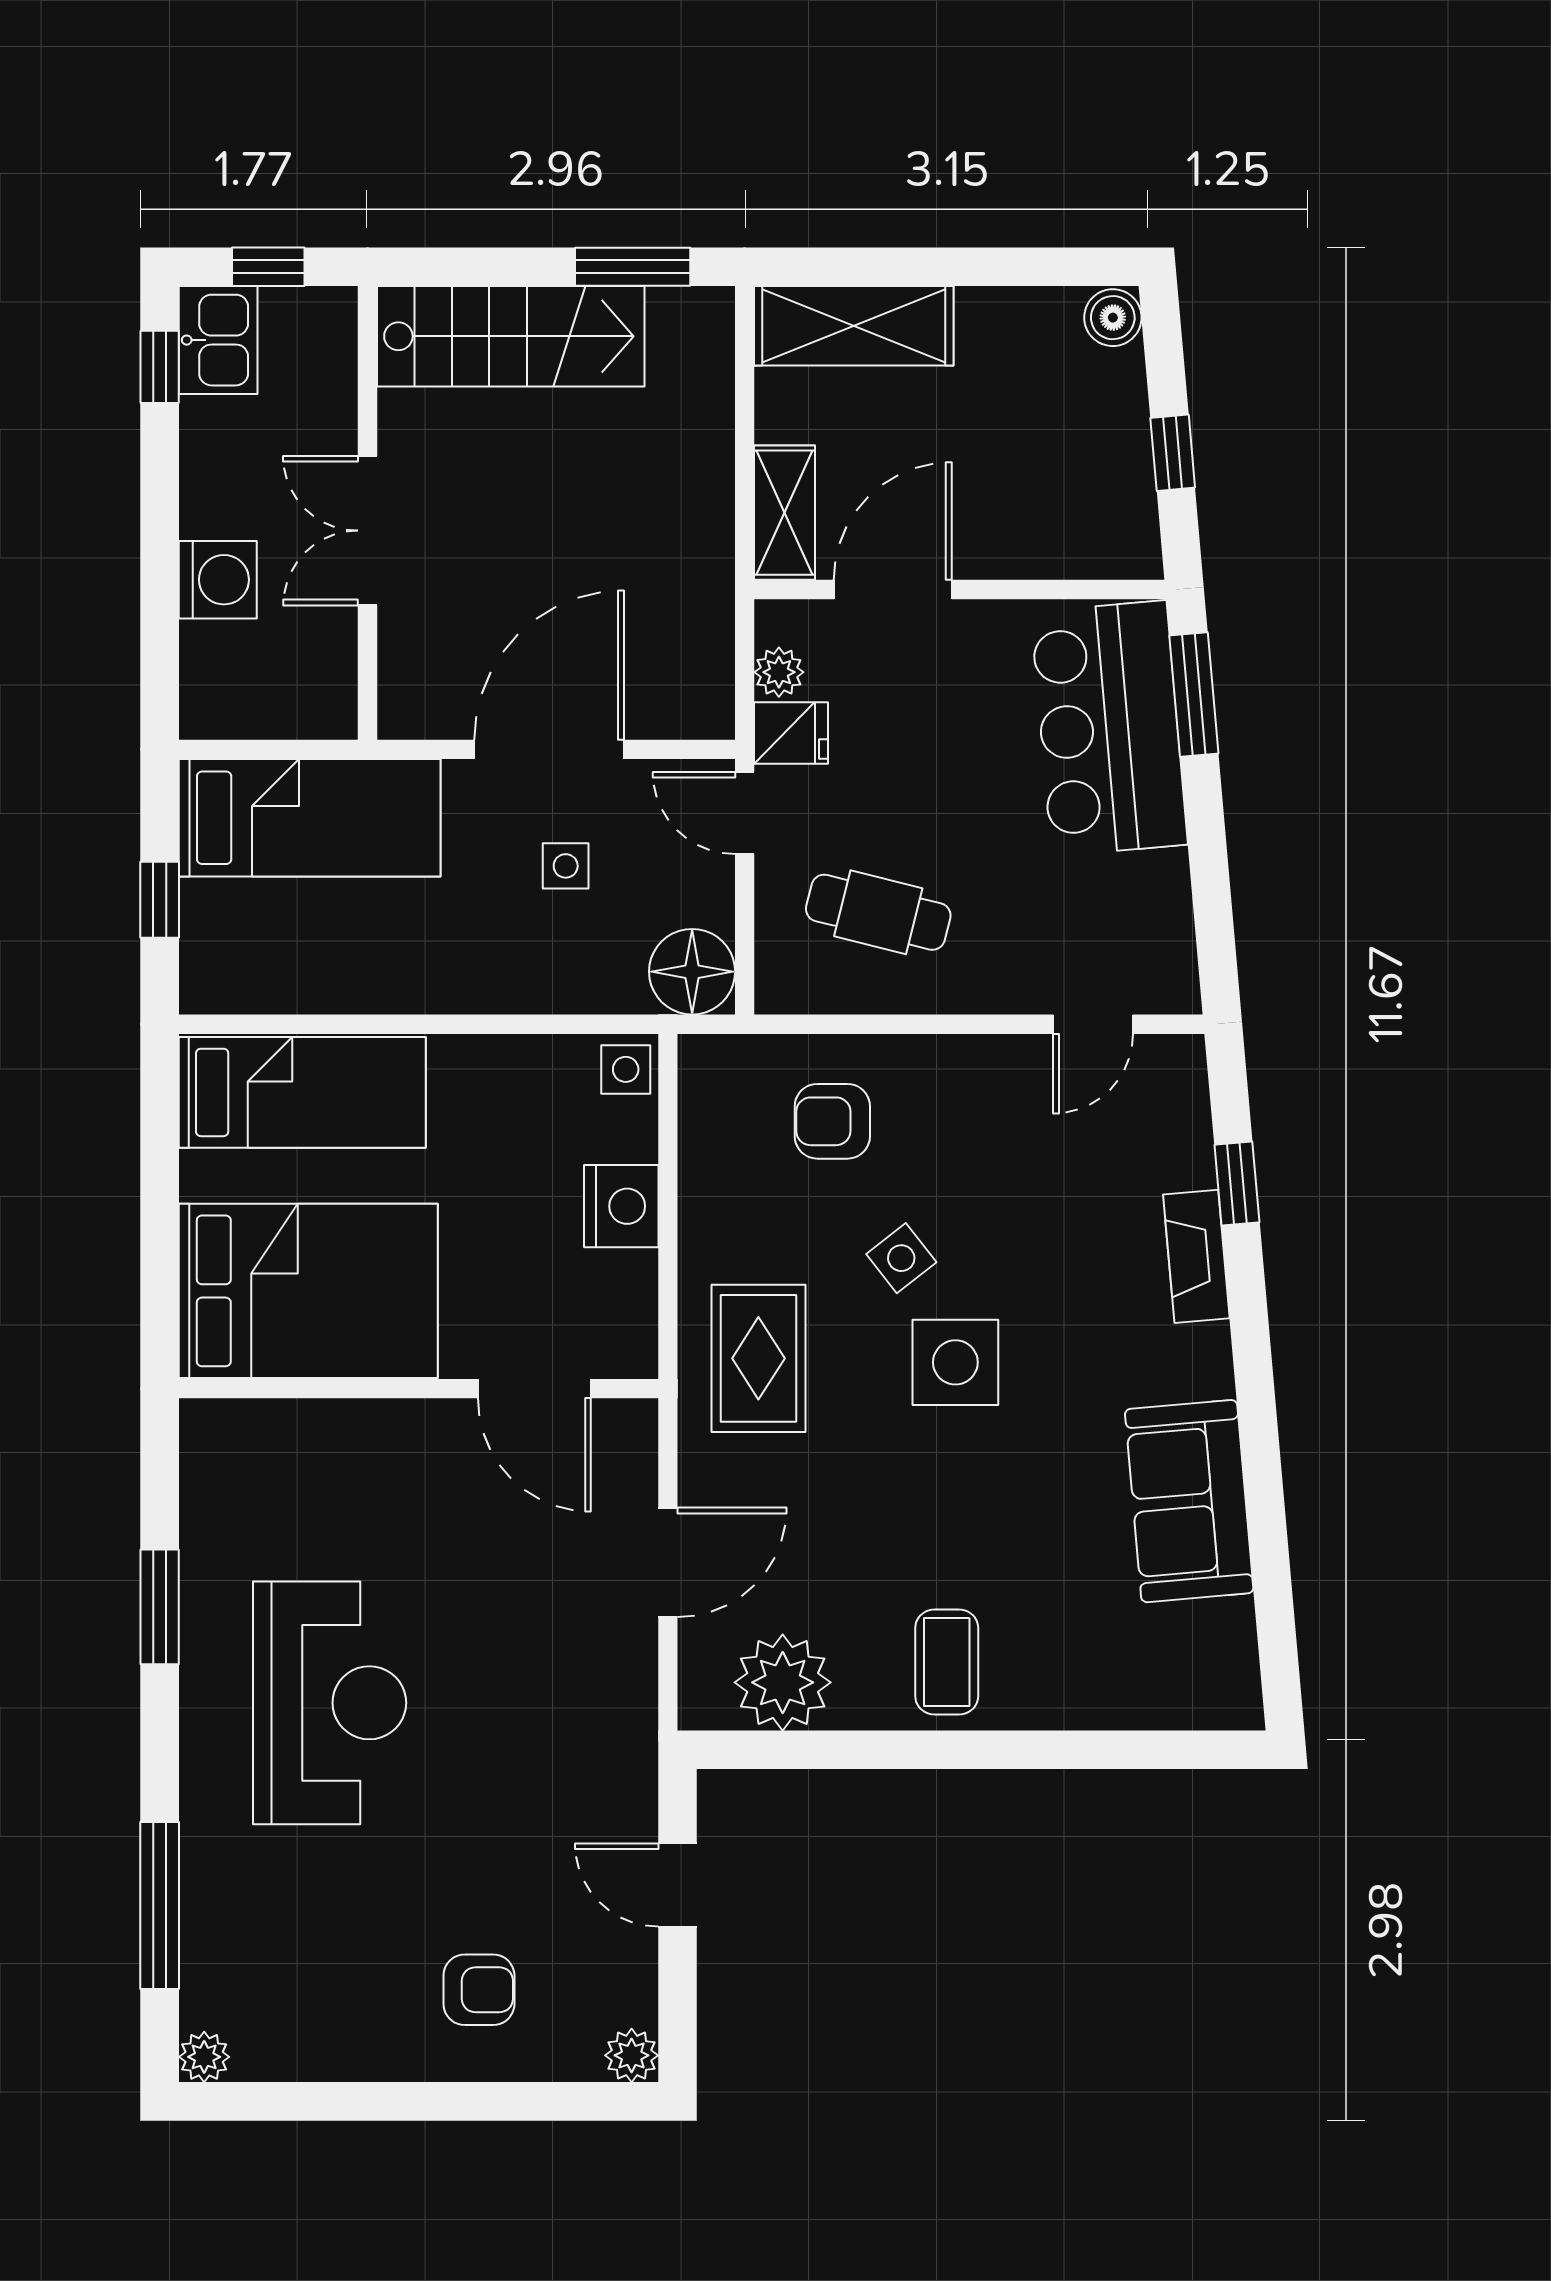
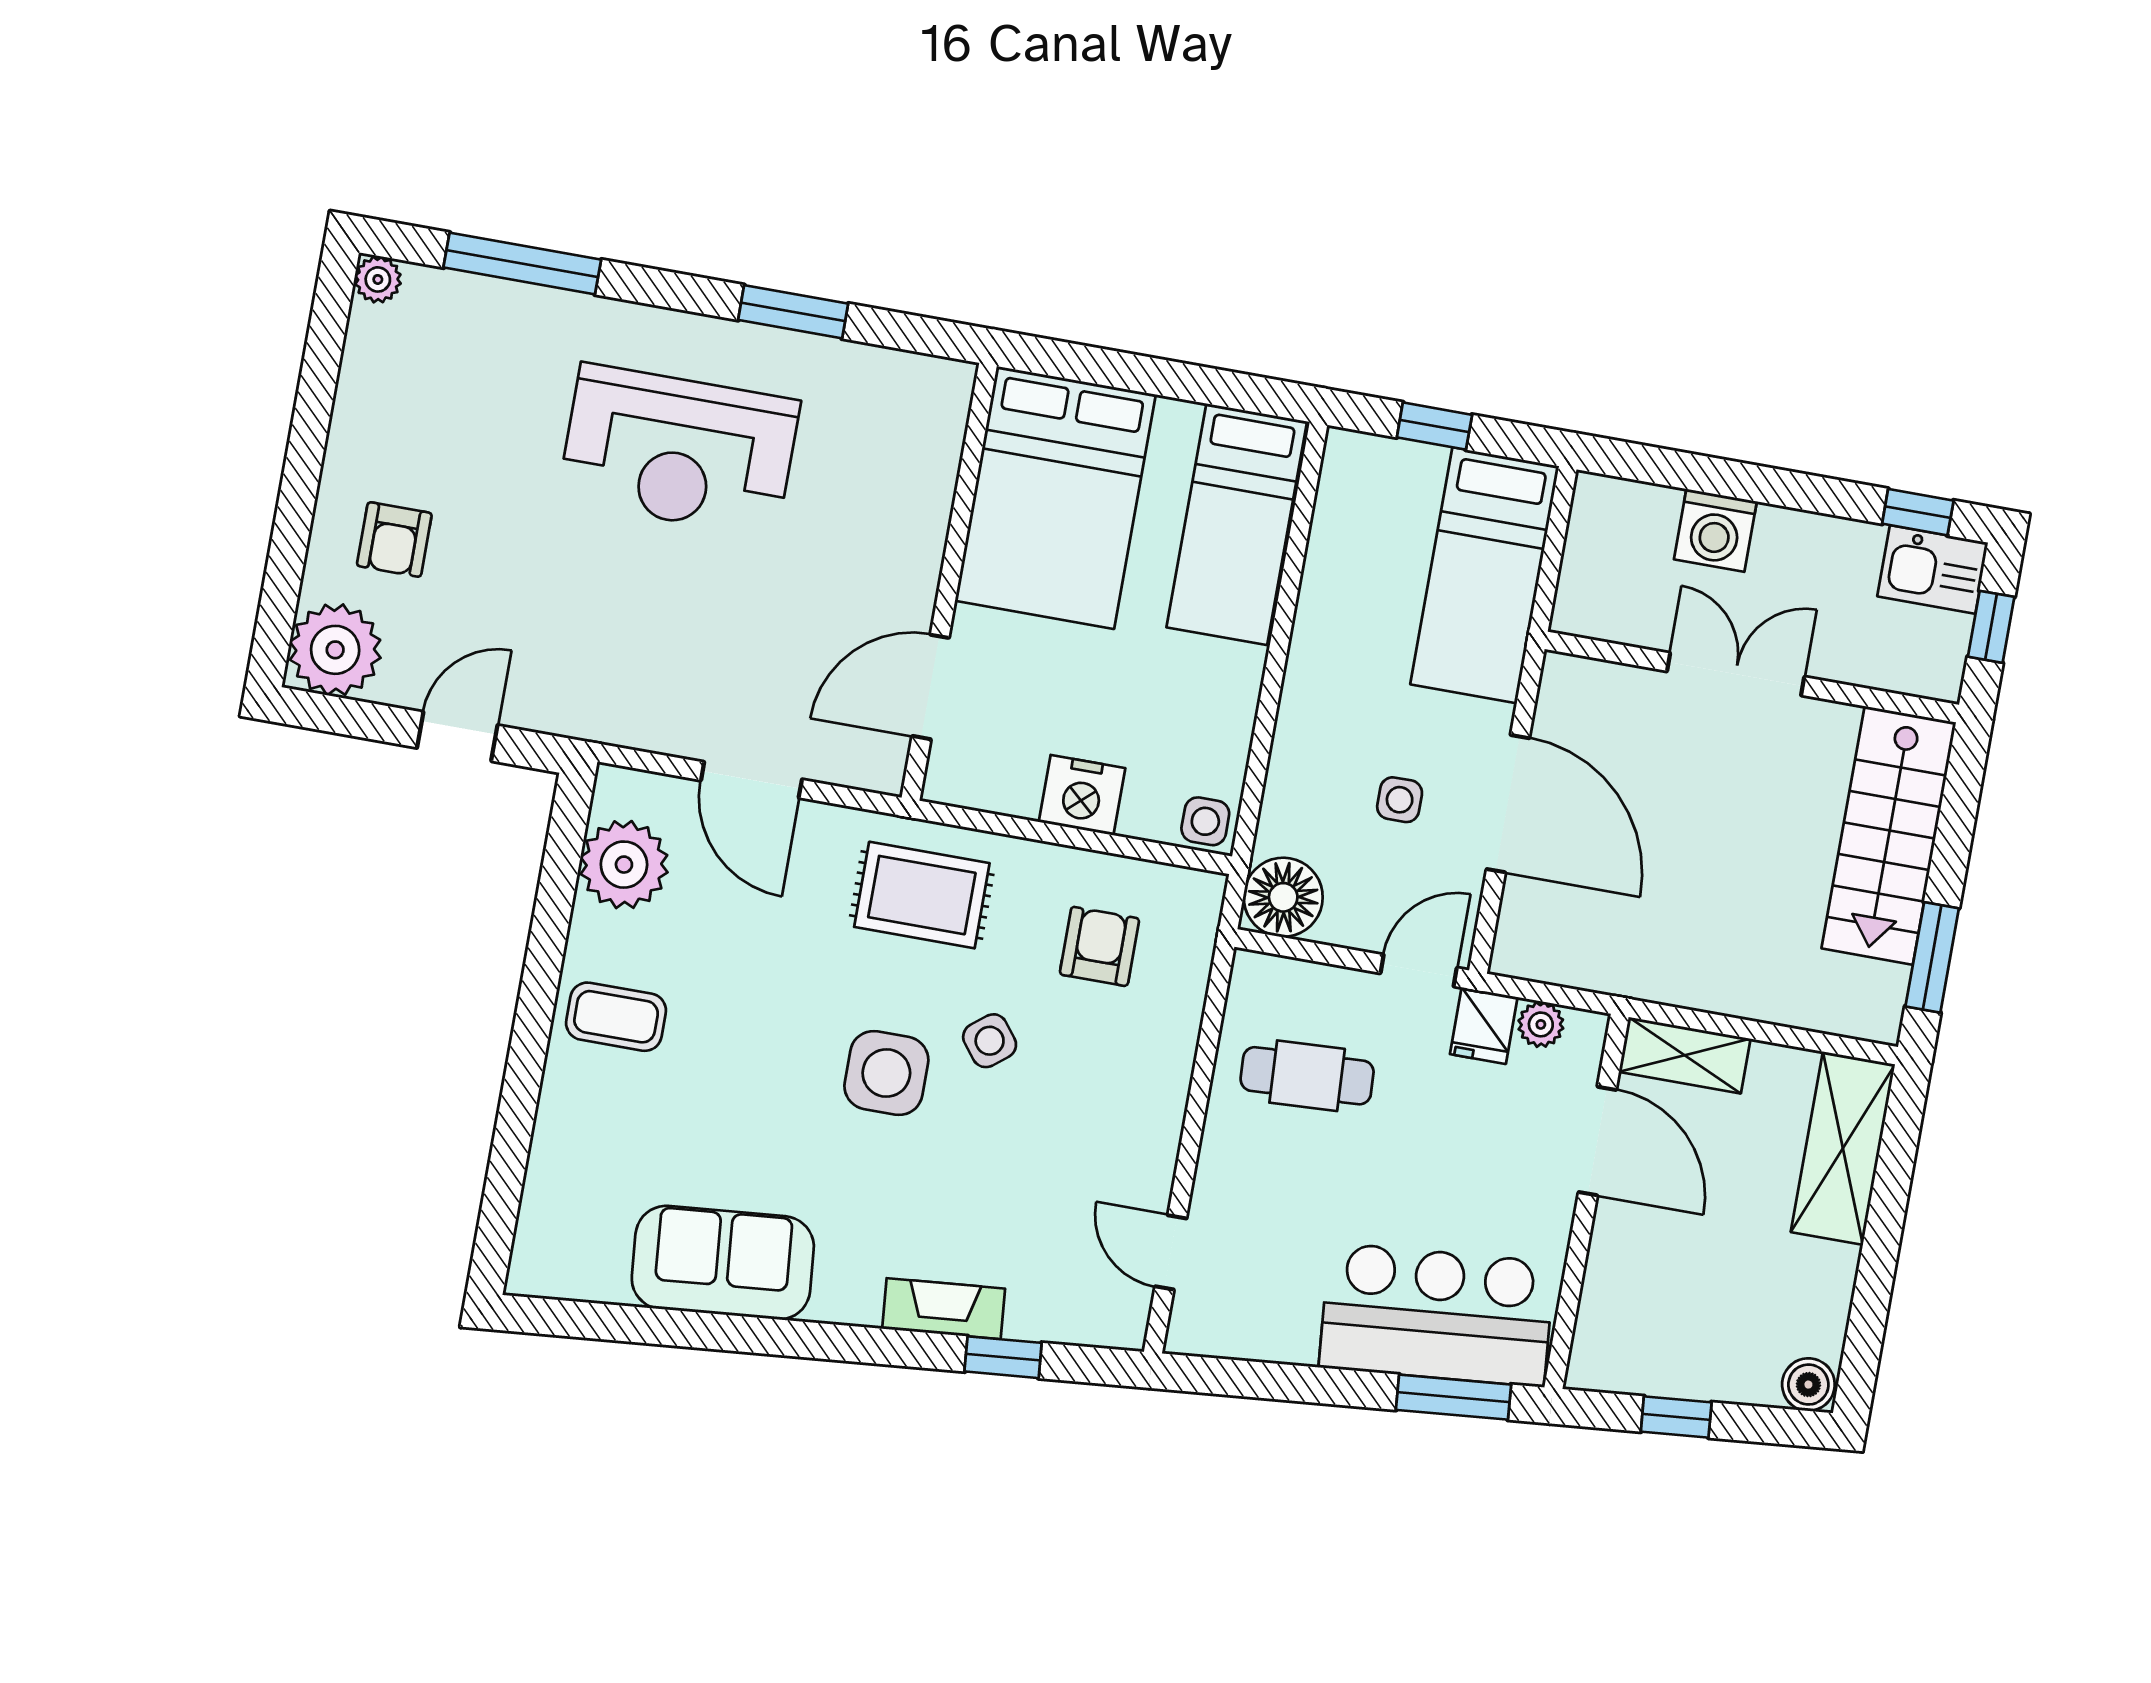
cafe table: (878, 912) -> (1307, 1076), turned 73
armchair: (832, 1121) -> (1099, 946), moved
plant: (632, 2055) -> (335, 650), width x1.87, depth x1.87

